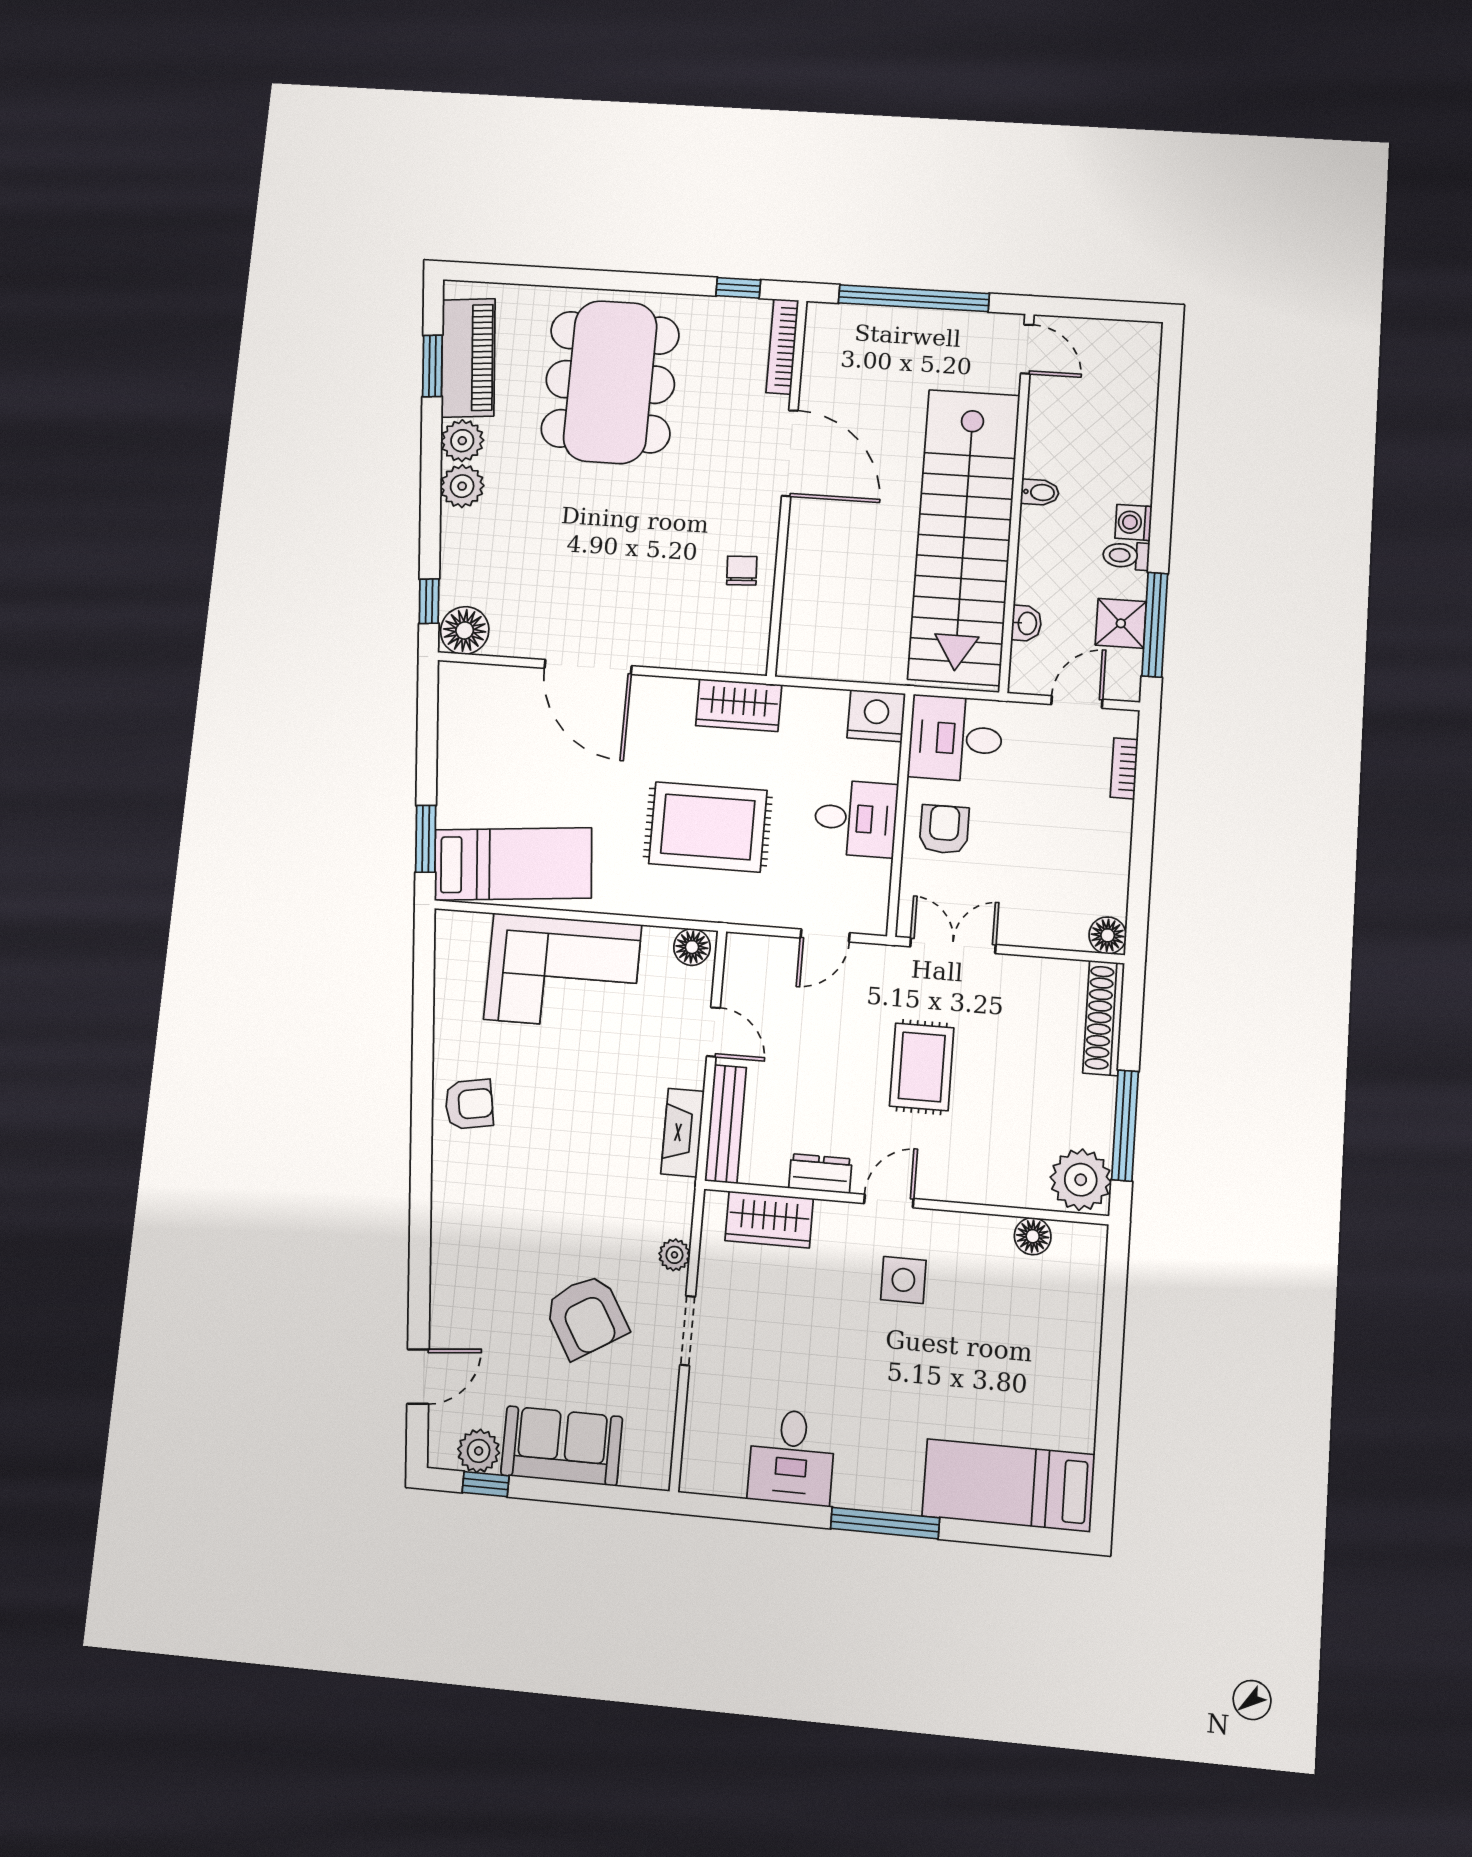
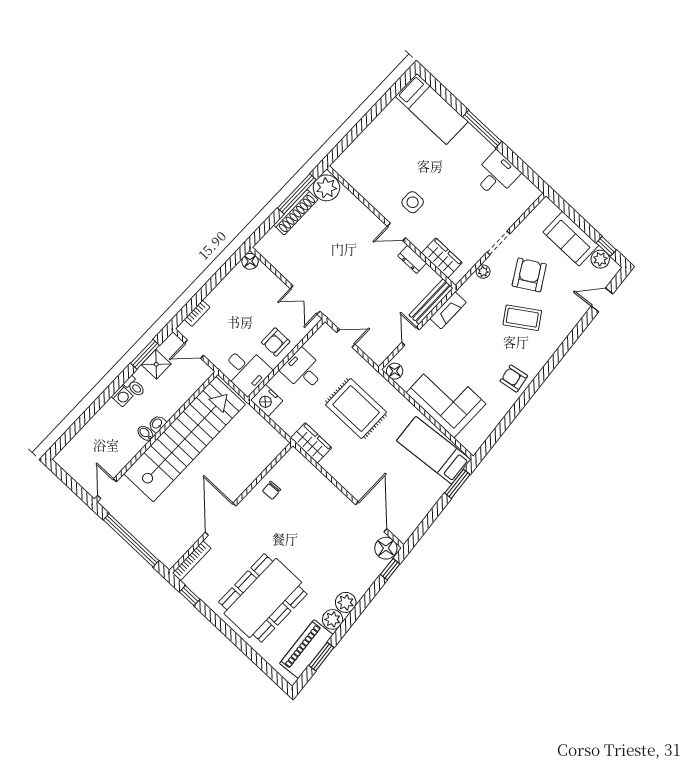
washbasin: (1026, 623) -> (157, 424), moved
window: (1155, 625) -> (145, 354), width x0.69
door: (588, 667) -> (371, 517), moved
shoe rack: (1104, 1018) -> (296, 212), moved
rug: (922, 1067) -> (349, 268), removed
coffee table: (538, 1227) -> (522, 318), added
floor lamp: (1033, 1236) -> (358, 182), removed

